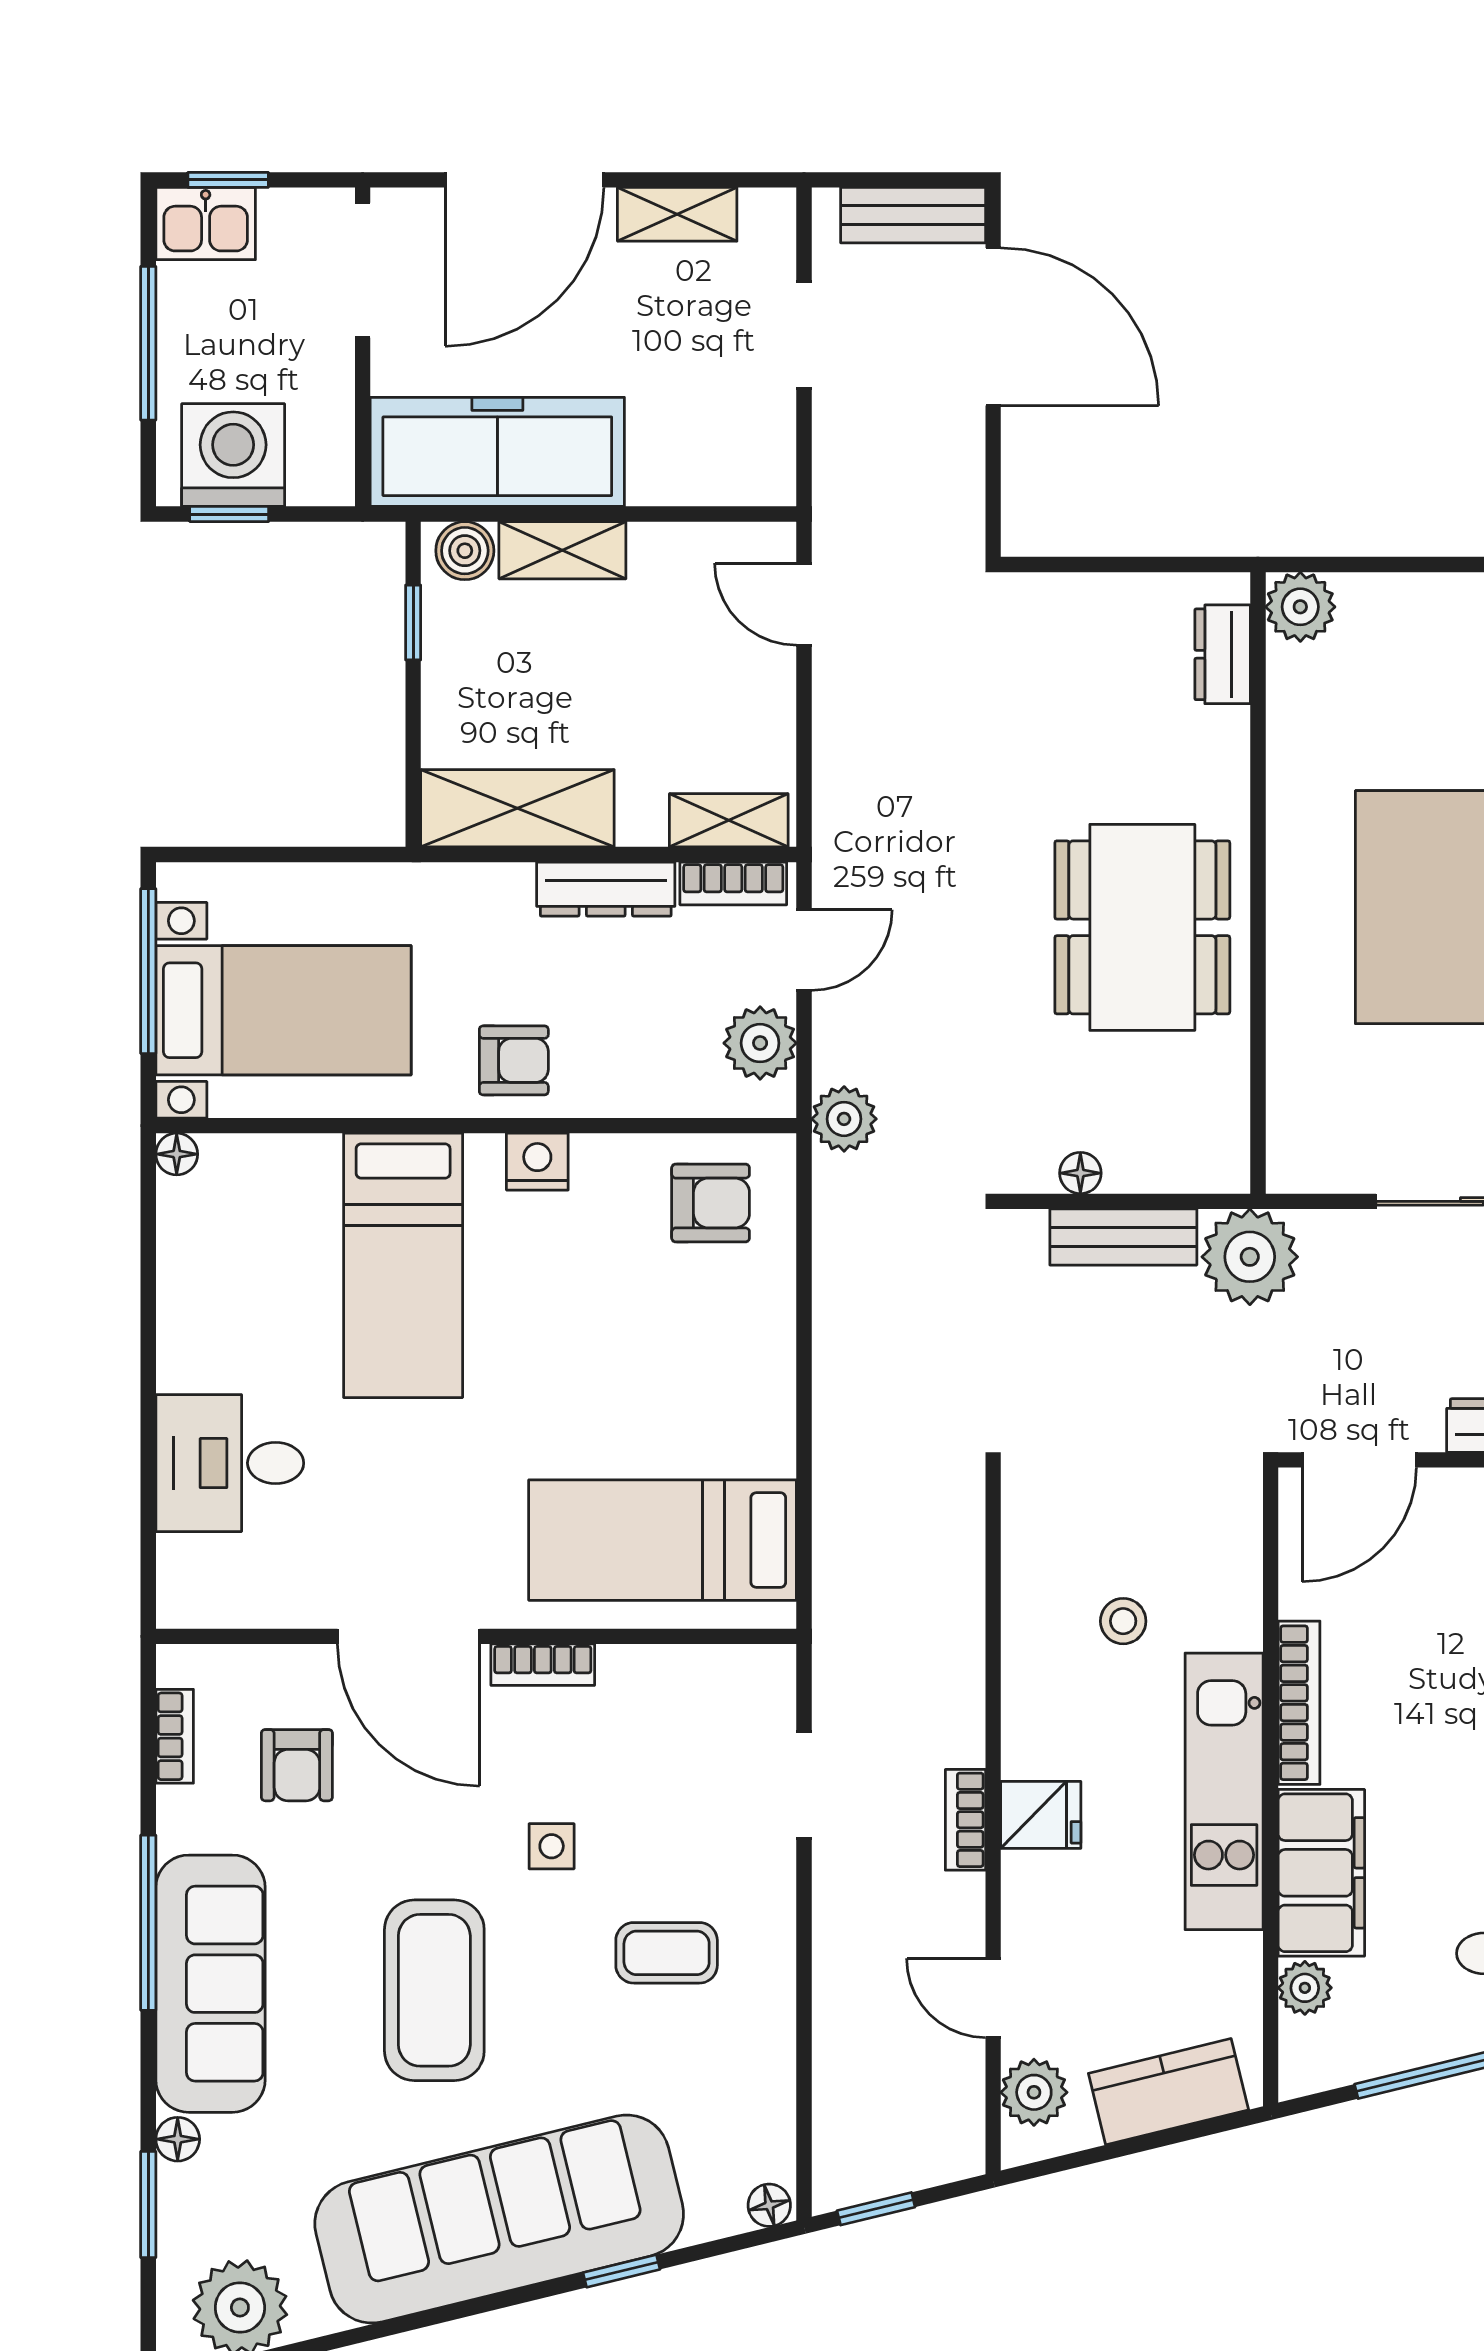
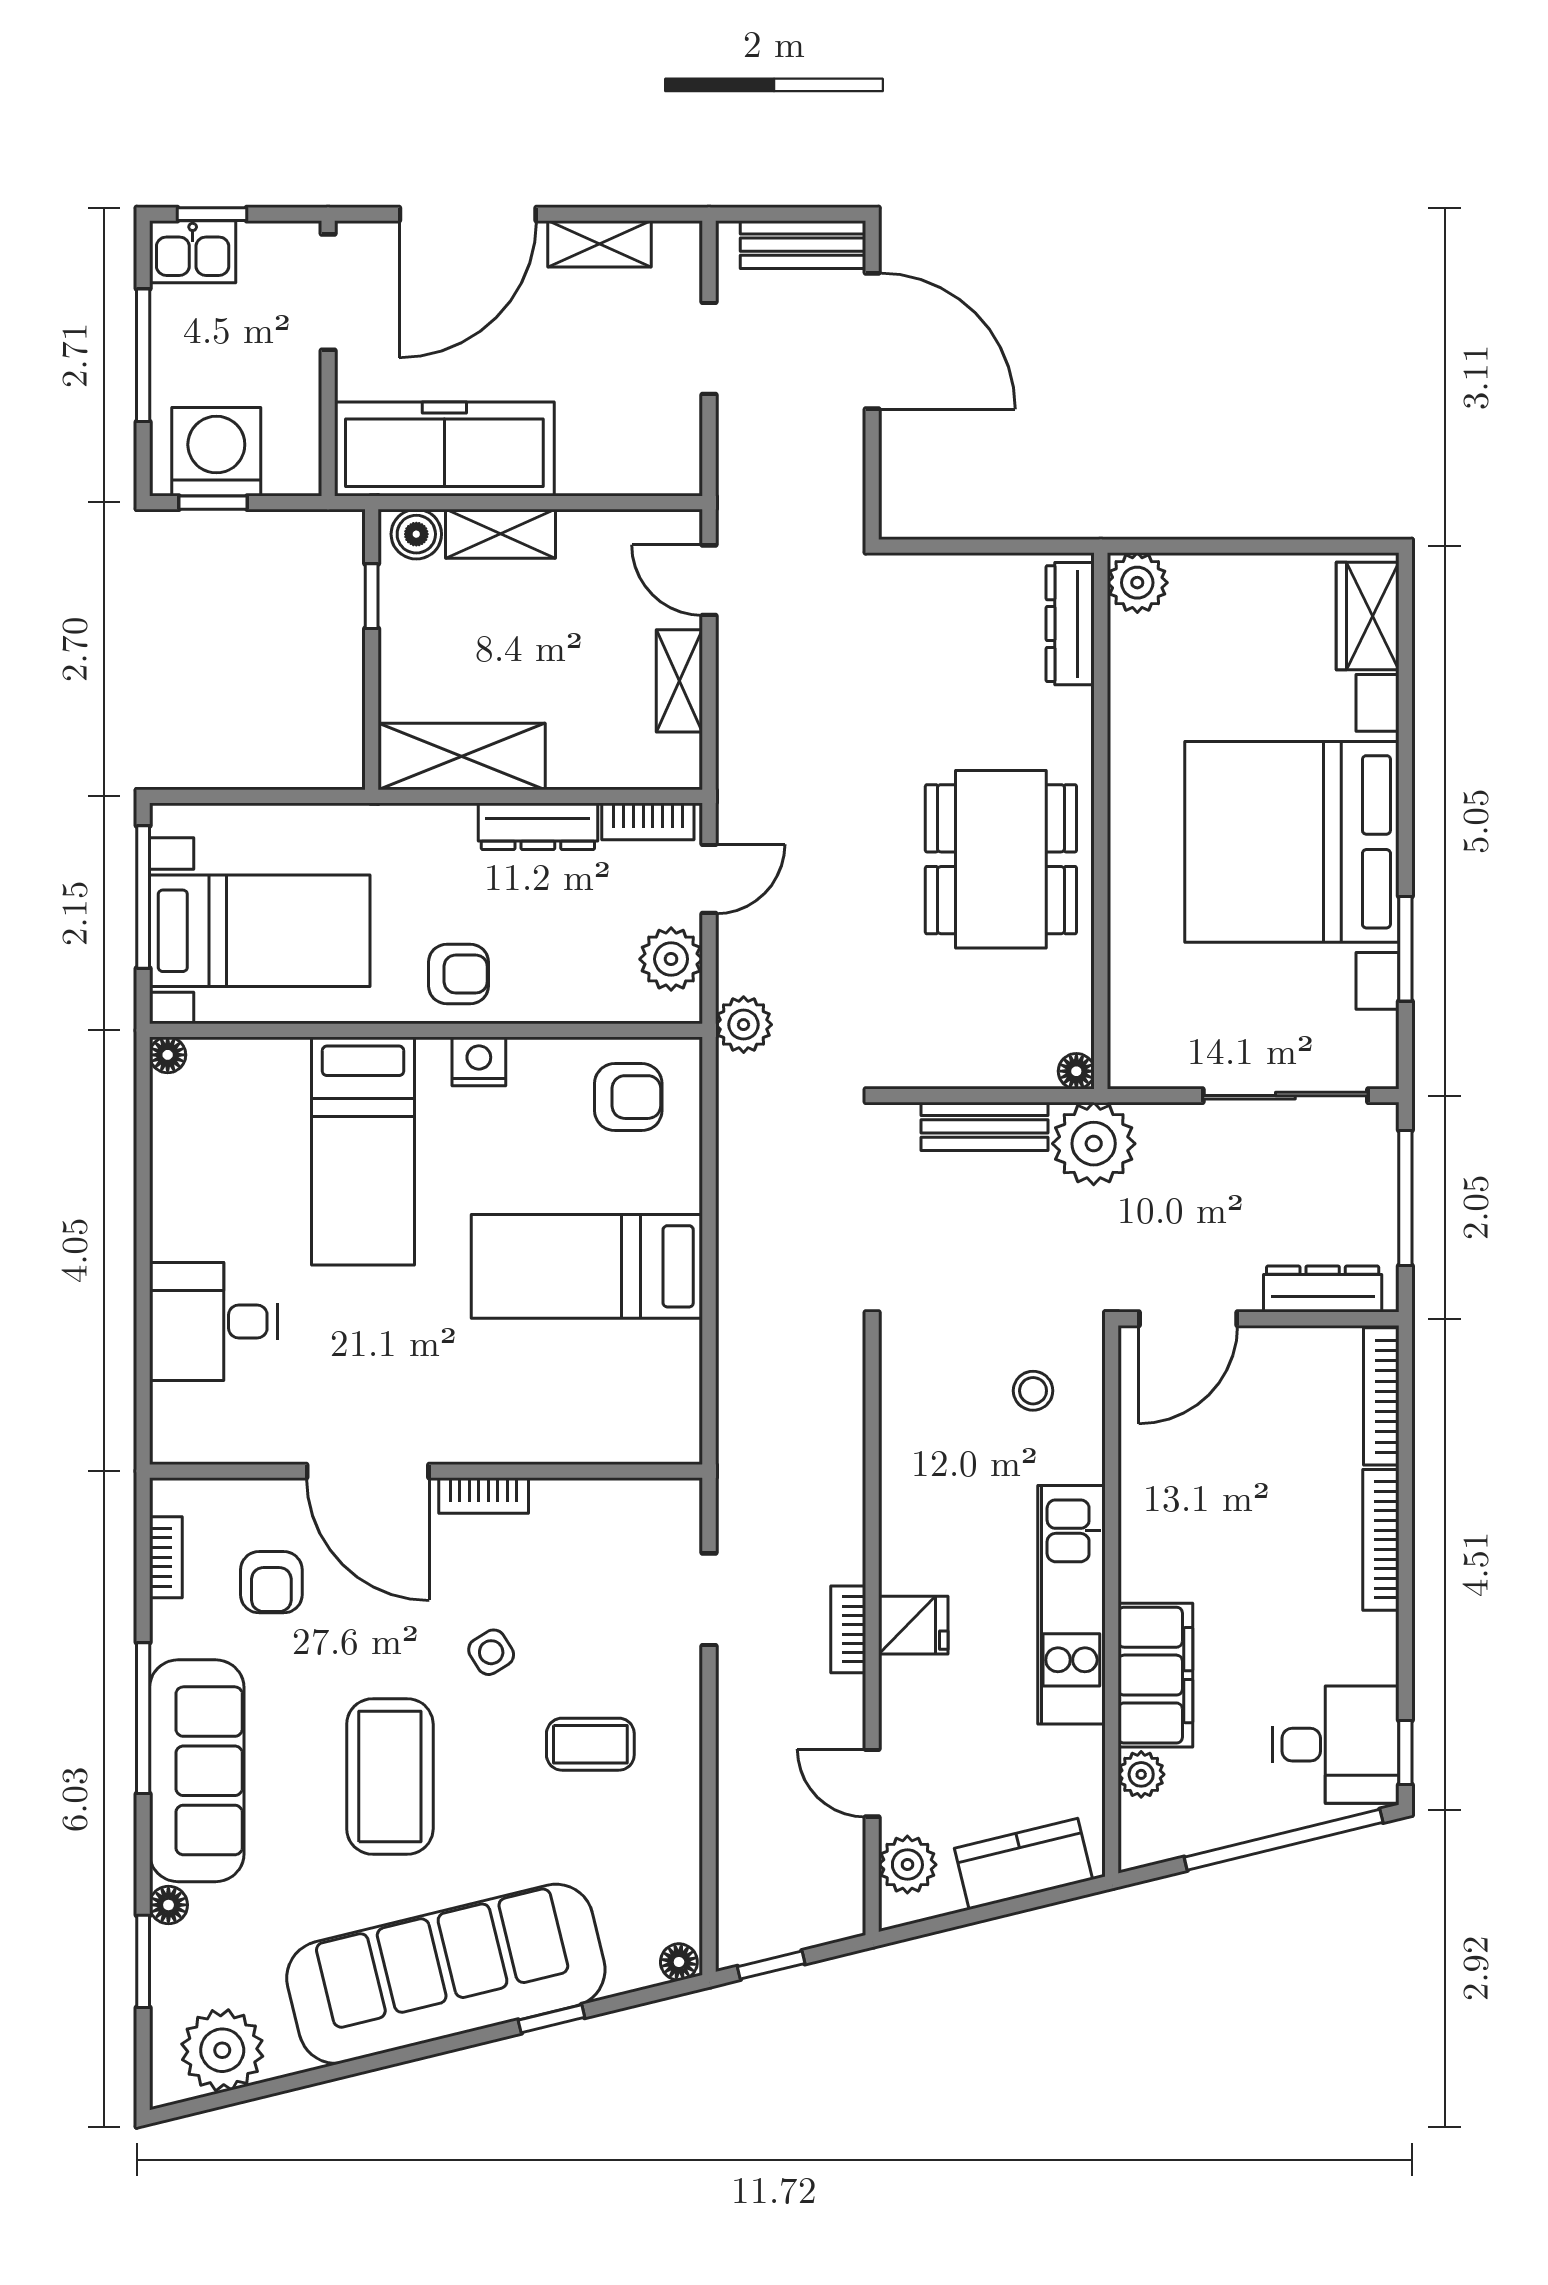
dresser: (1223, 654) -> (1070, 624), width x1.44
shelving: (729, 820) -> (679, 681), moved, turned 90
floor lamp: (1080, 1173) -> (1076, 1071), moved
bed: (663, 1540) -> (587, 1266), moved
stool: (1123, 1621) -> (1033, 1391), moved
bookcase: (1299, 1703) -> (1136, 1528), removed
side table: (552, 1846) -> (491, 1652), turned -32

